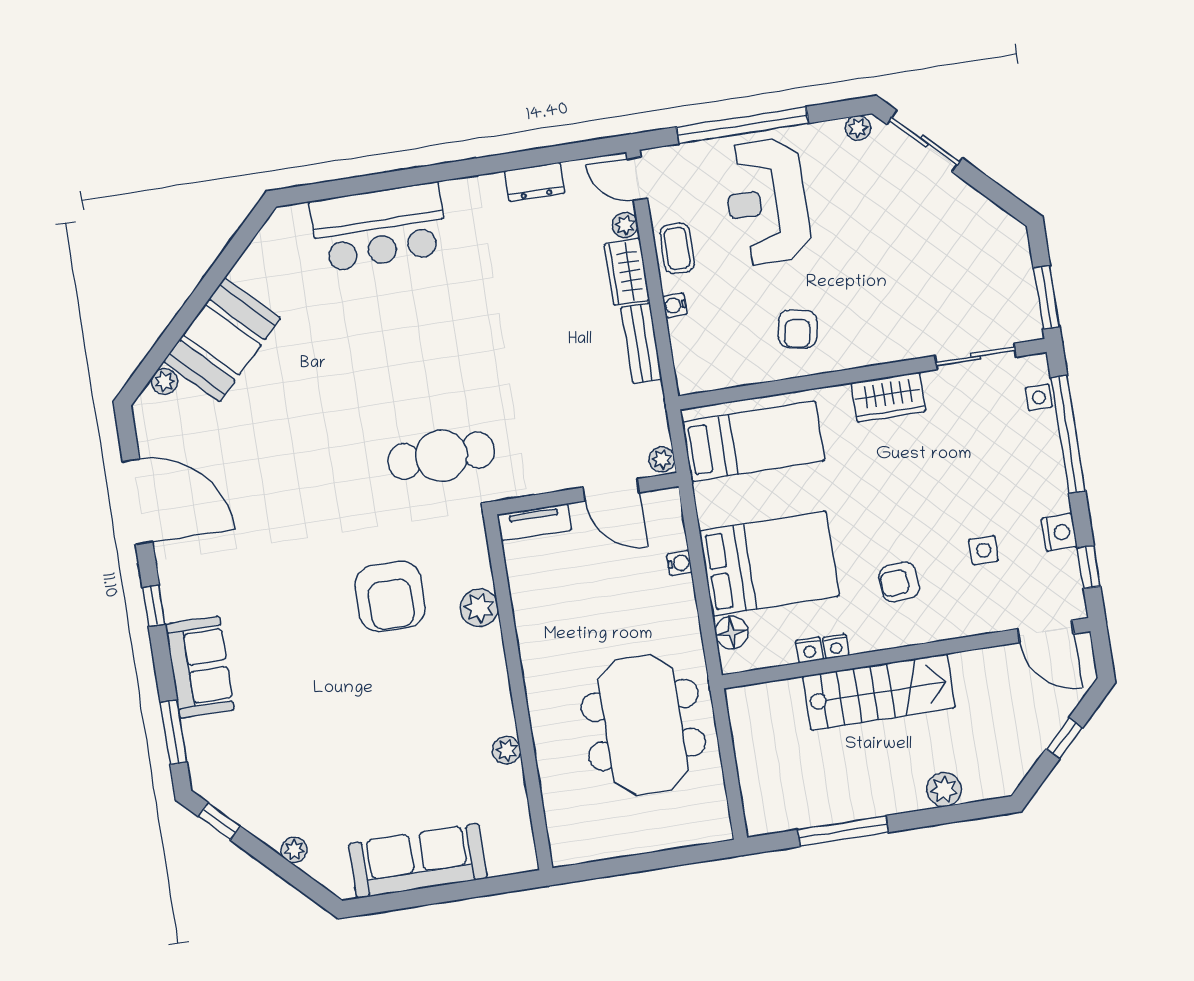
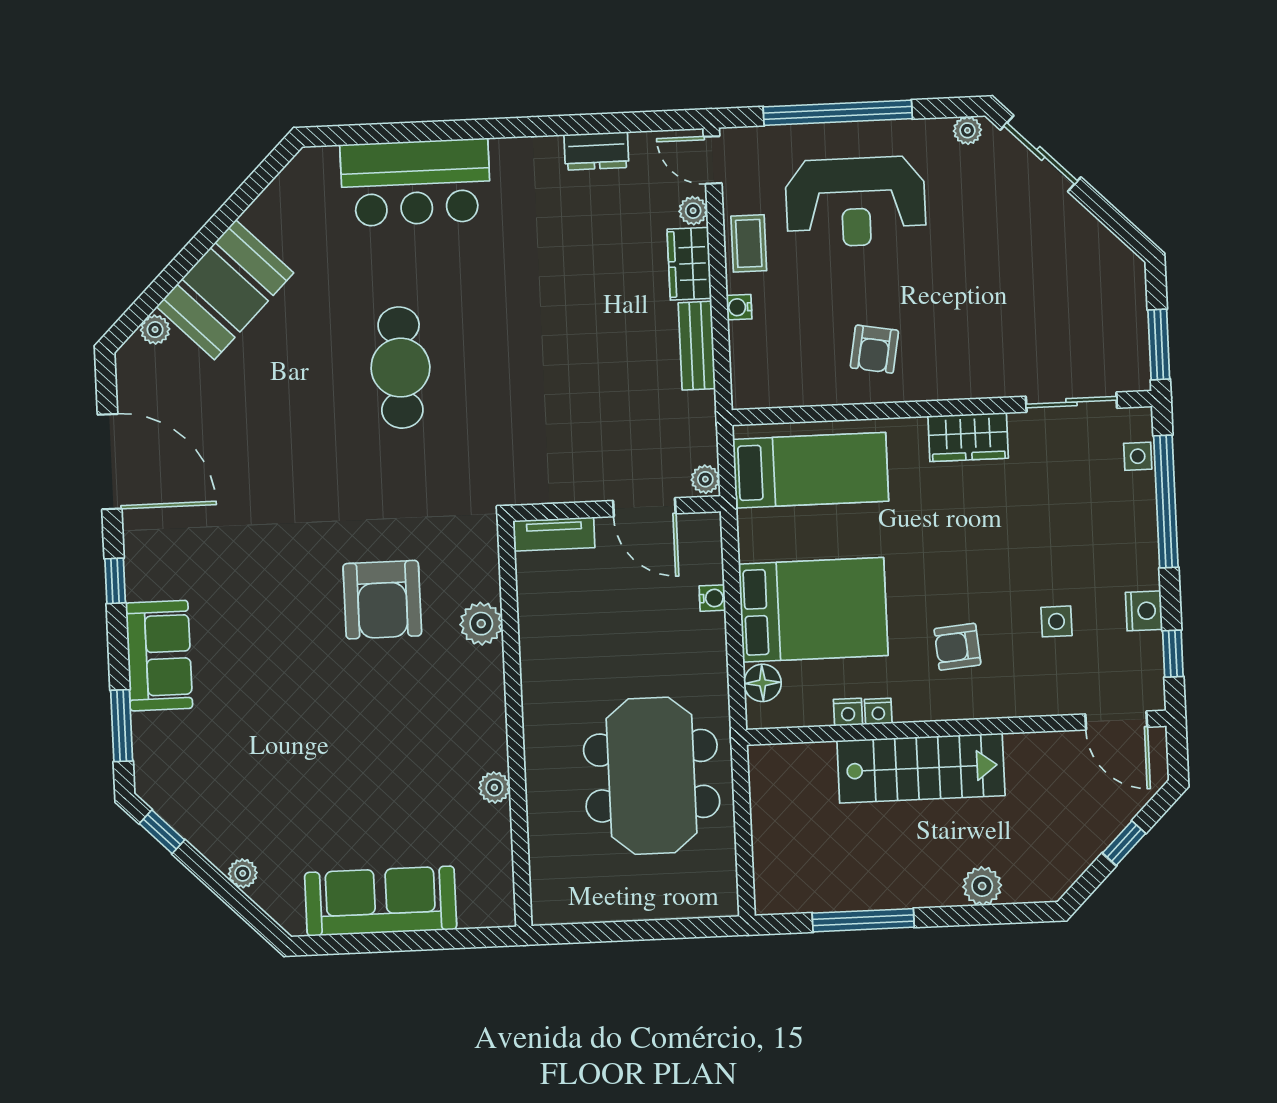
reception desk: (767, 202) -> (856, 202), turned -90
cafe table: (441, 456) -> (400, 368), moved, turned 90

